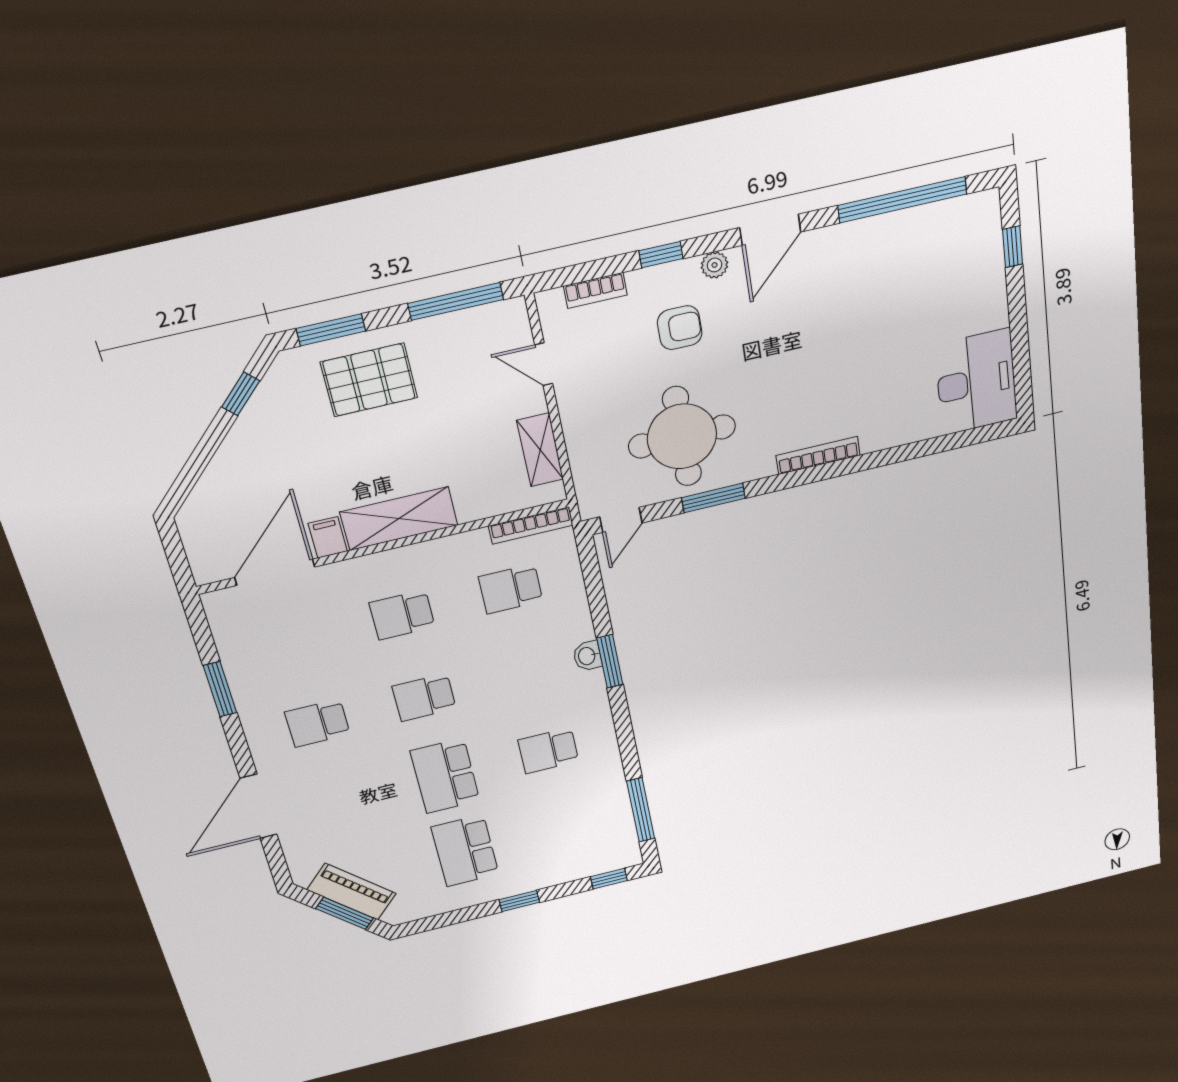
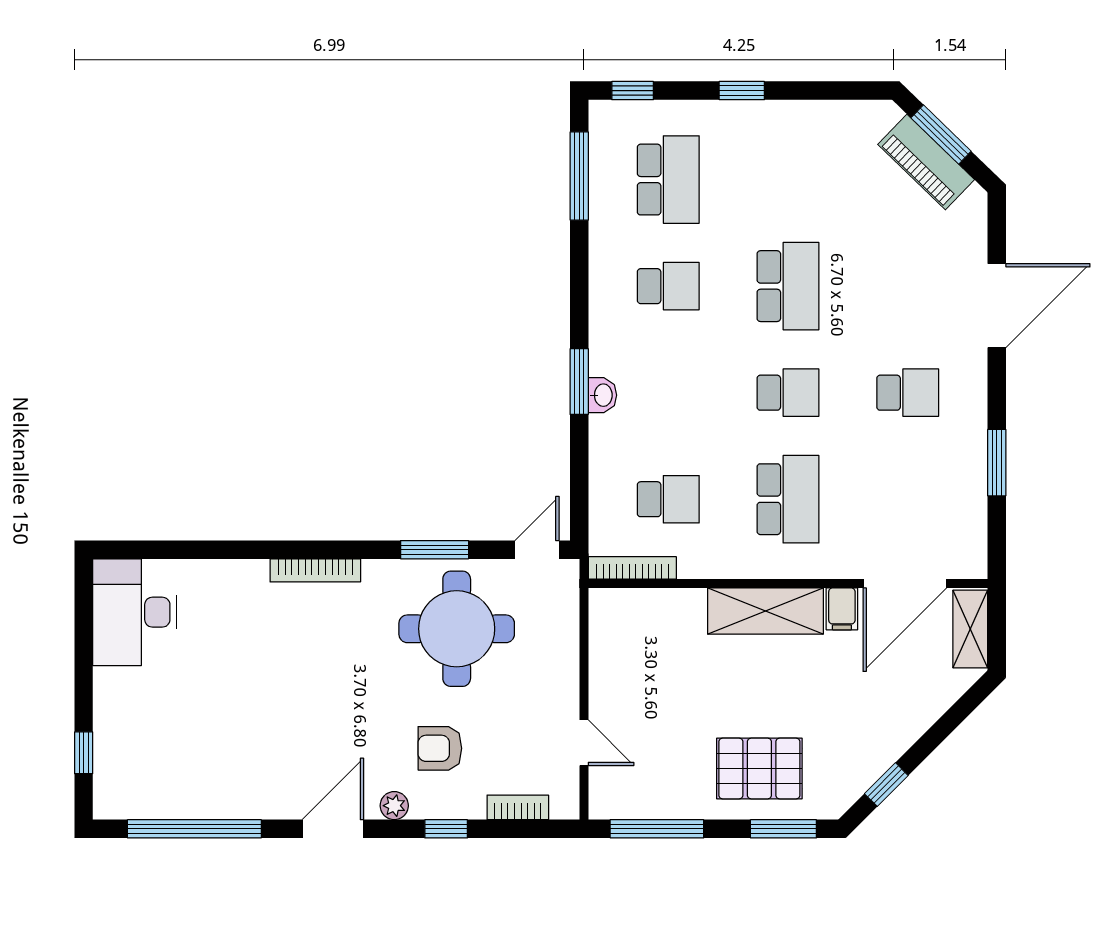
shelving: (540, 450) -> (970, 629), moved
school desk: (402, 615) -> (788, 499), width x1.85
school desk: (465, 851) -> (668, 180), moved

